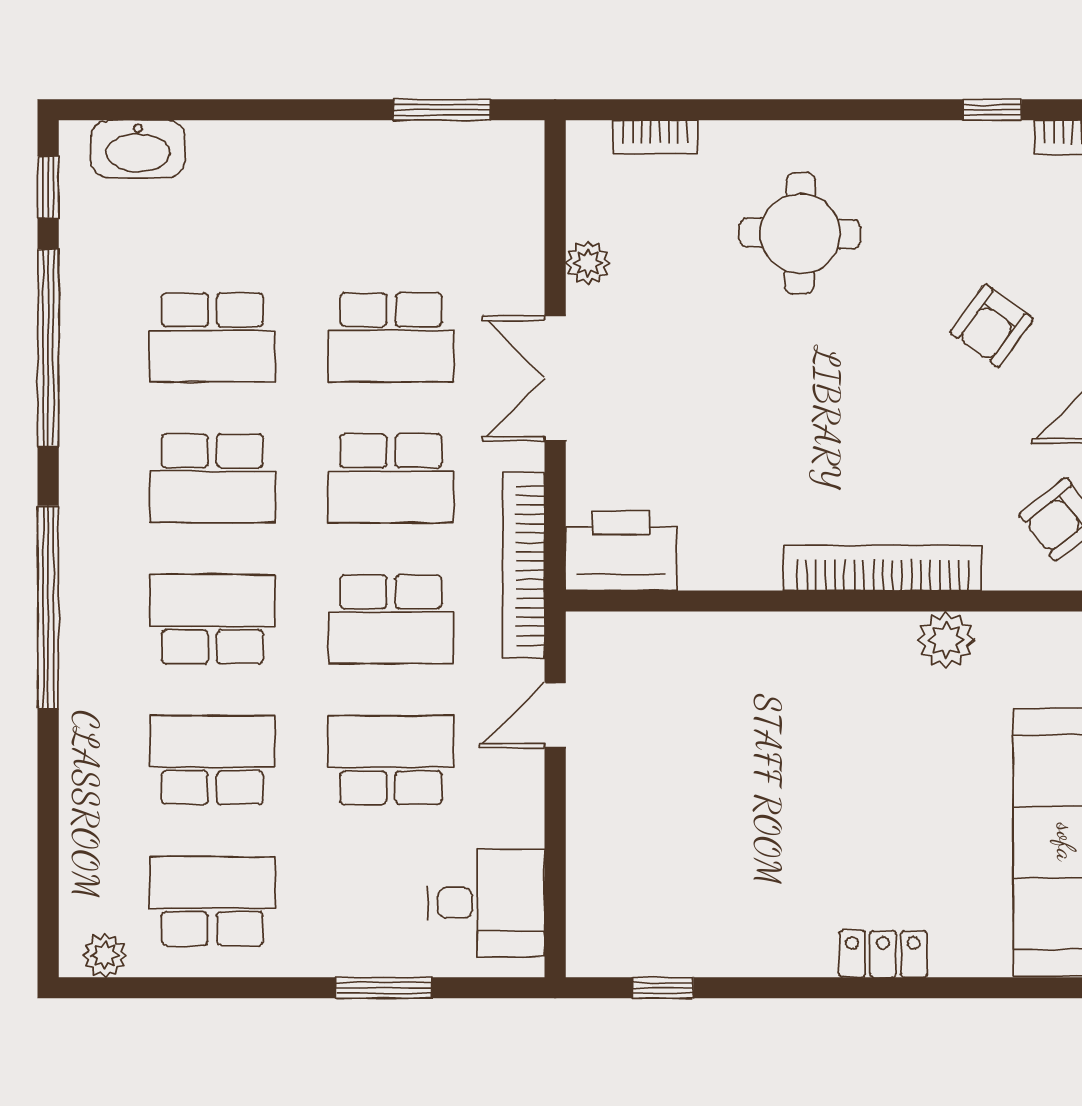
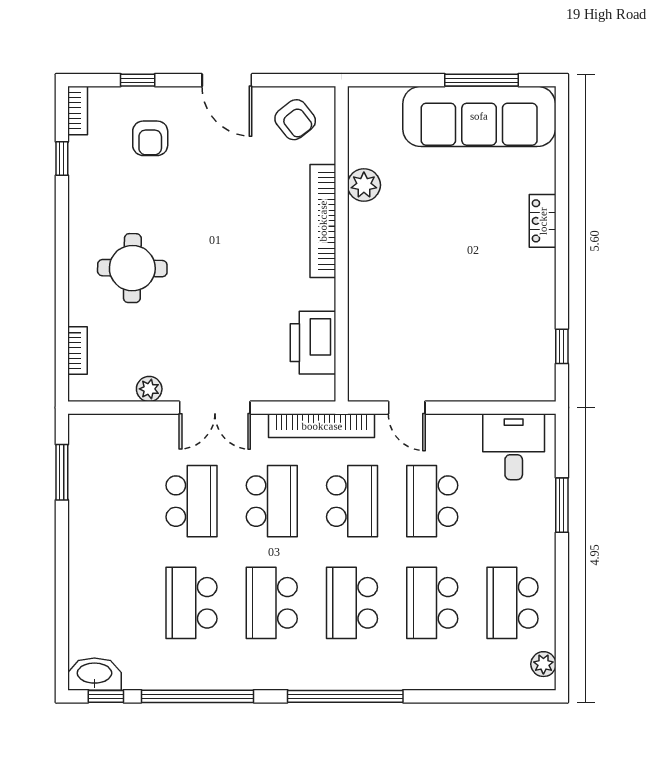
washbasin: (138, 149) -> (94, 674), moved, turned -90
armchair: (992, 326) -> (150, 138), moved, turned 54
school desk: (212, 337) -> (191, 603), turned 180
school desk: (212, 478) -> (272, 603), turned 180
printer: (621, 551) -> (313, 343), moved

